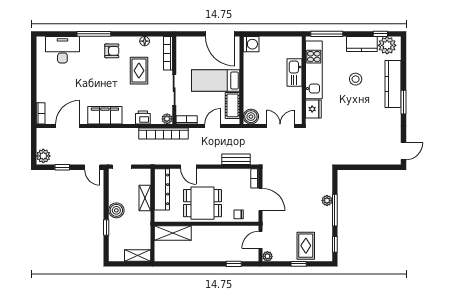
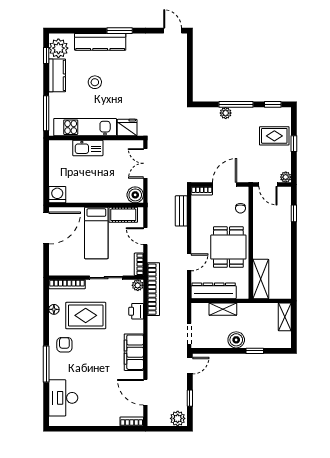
rug: (139, 71) -> (86, 315), width x1.36, depth x1.43

